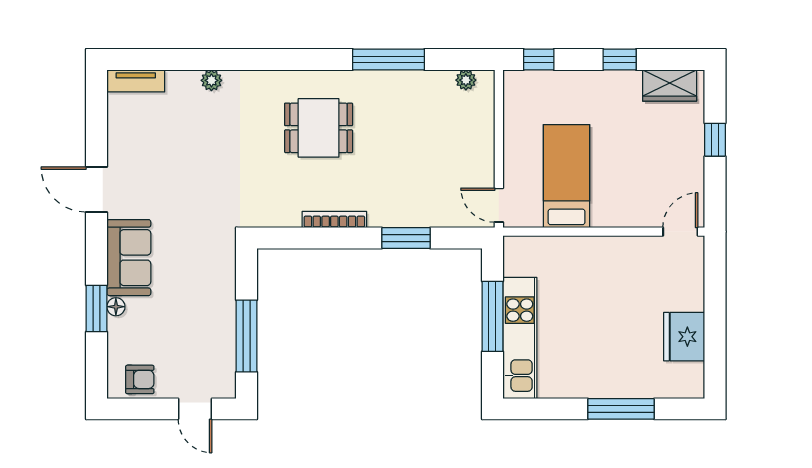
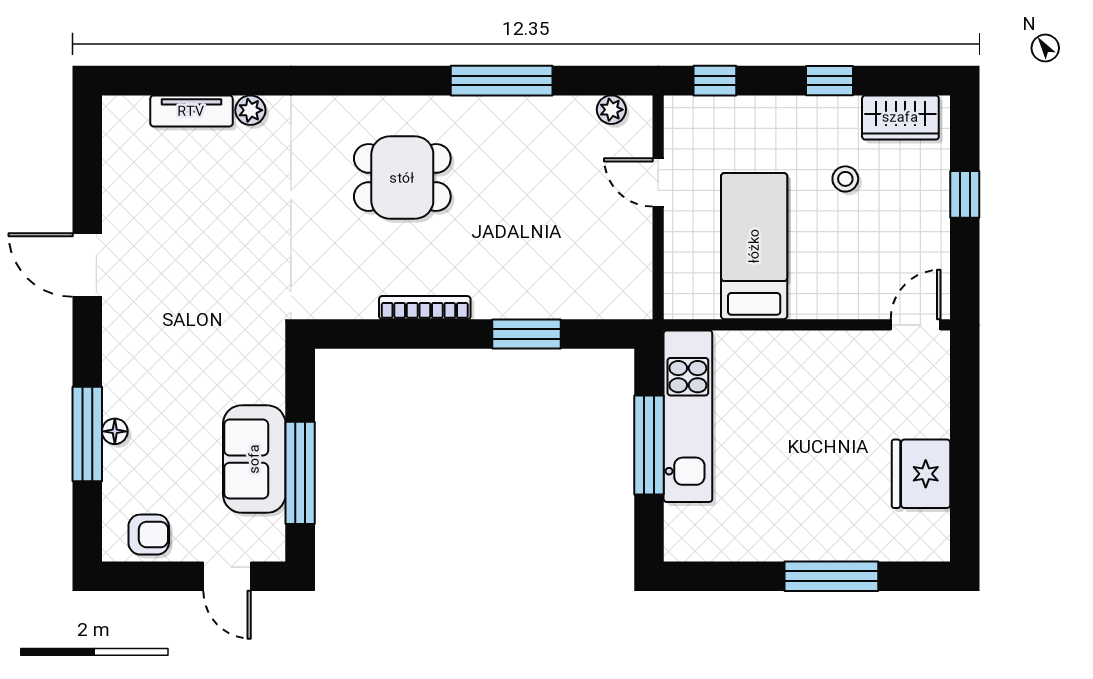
tv unit: (136, 81) -> (191, 111), moved
stool: (631, 129) -> (845, 179), added
door: (499, 205) -> (658, 182), moved
sofa: (129, 258) -> (254, 459), moved, turned 180
window: (96, 309) -> (87, 434), width x1.44
kitchen unit: (520, 338) -> (688, 416), moved

